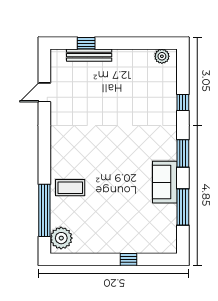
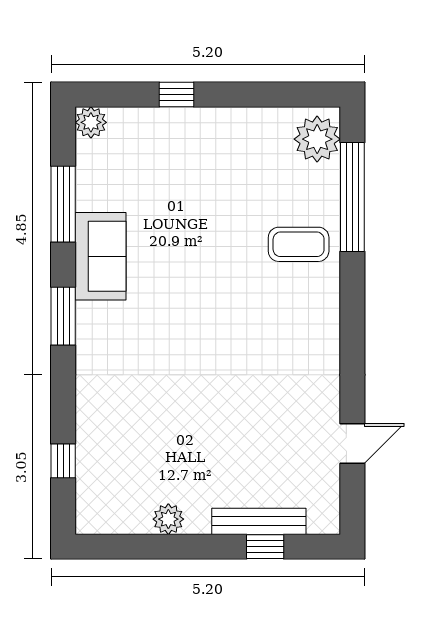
plant: (162, 56) -> (168, 519), moved
window: (183, 102) -> (63, 461), moved
plant: (169, 246) -> (91, 122), added

